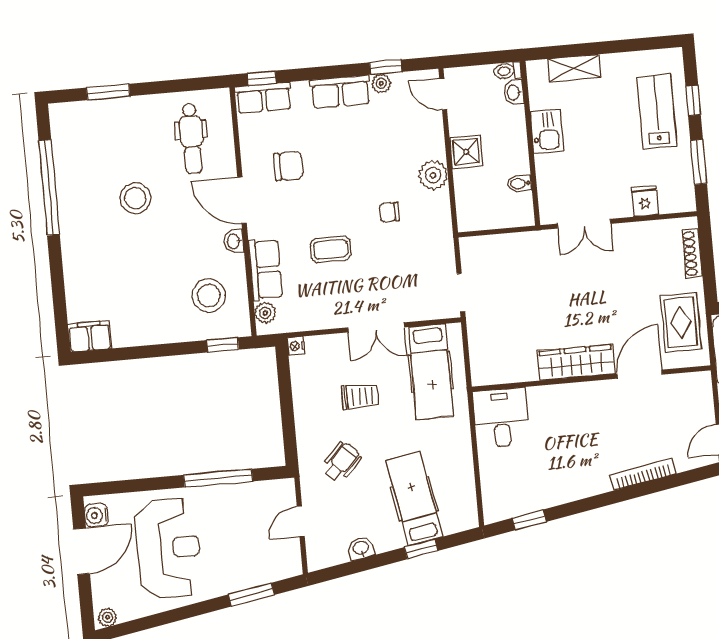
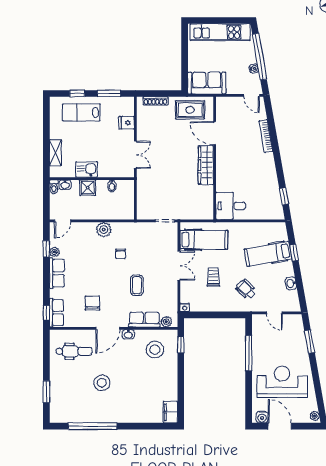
shower: (466, 152) -> (88, 188), moved

